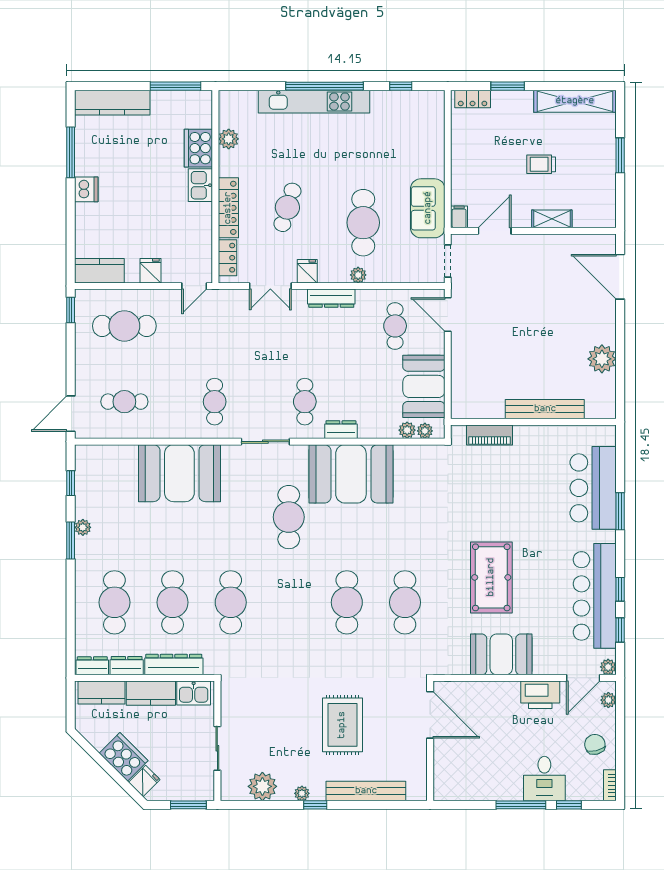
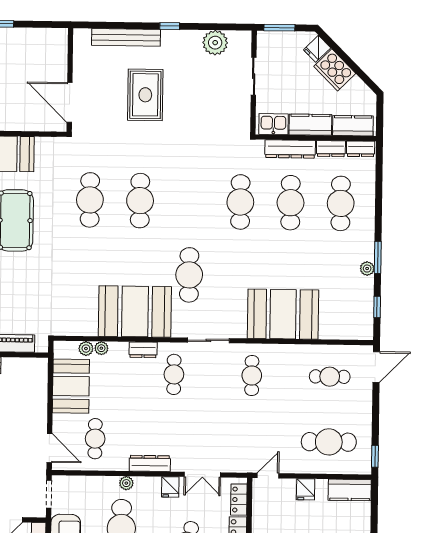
double door: (270, 286) -> (202, 475), swing flipped
plant: (425, 431) -> (101, 348), moved
plant: (302, 793) -> (181, 36), removed

